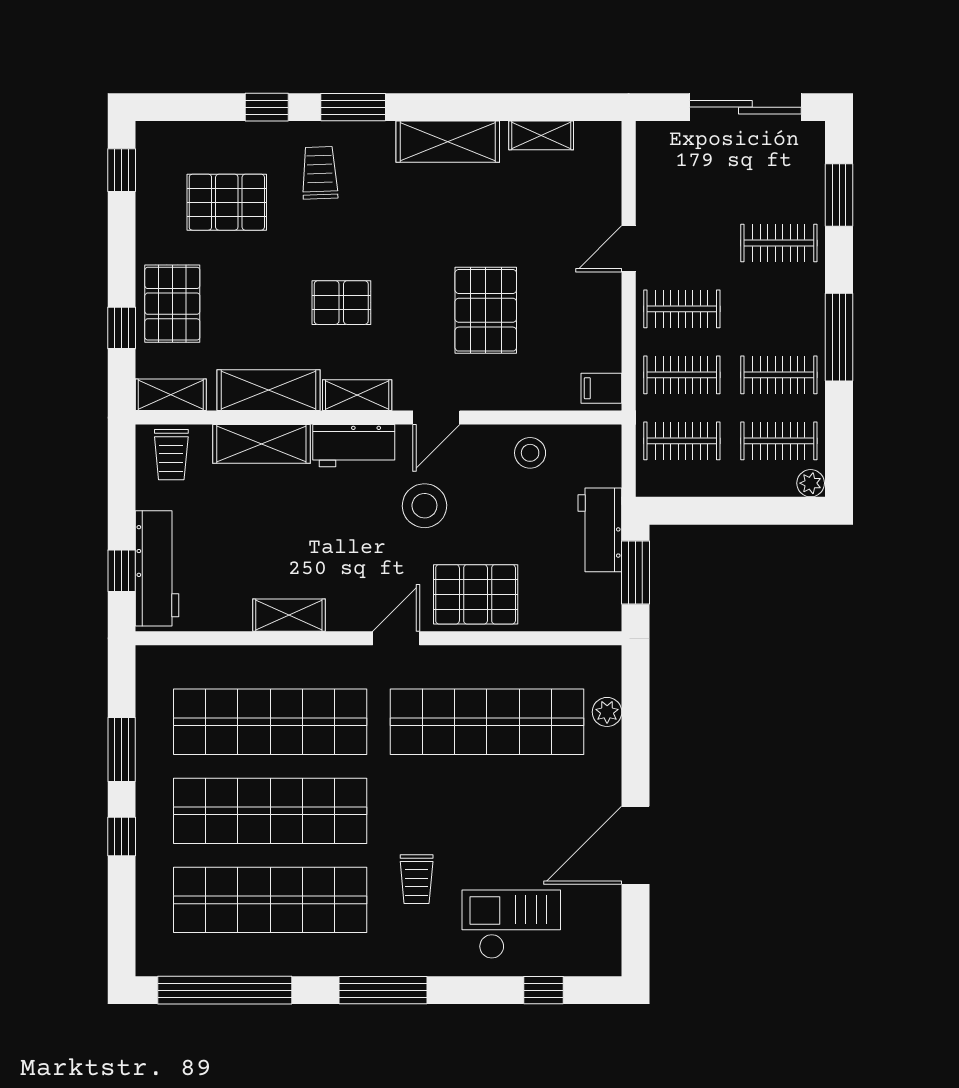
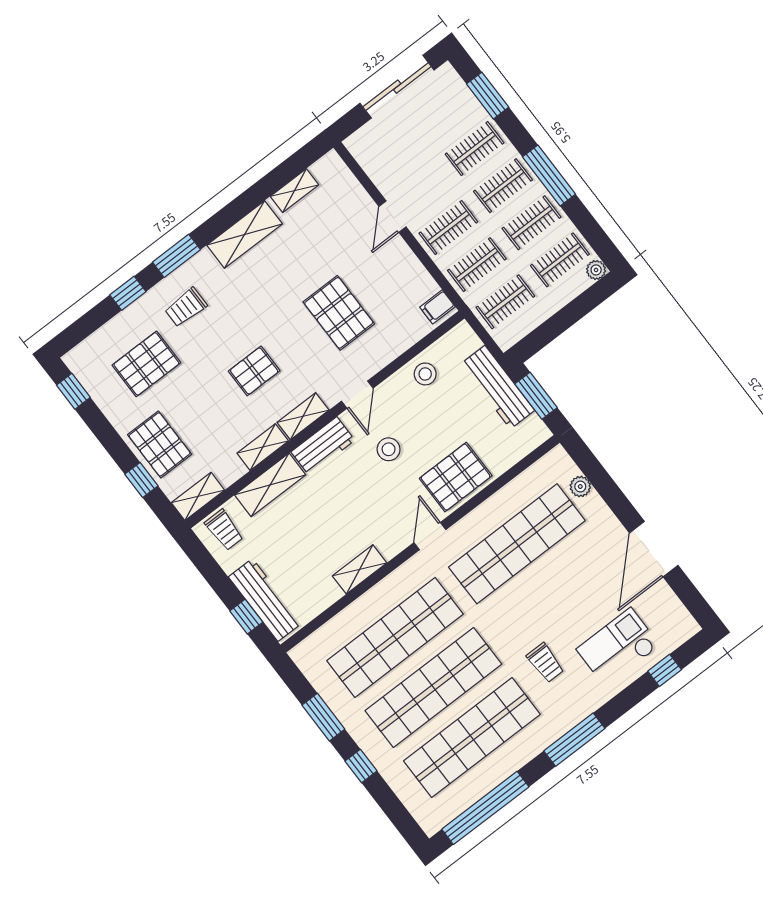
trolley: (320, 173) -> (186, 307), turned -88
clothes rail: (779, 309) -> (503, 186), added
shelving: (268, 390) -> (263, 447), width x0.67, depth x0.75
stool: (424, 506) -> (389, 449), width x0.73, depth x0.73
workbench: (600, 530) -> (498, 387), width x1.37

